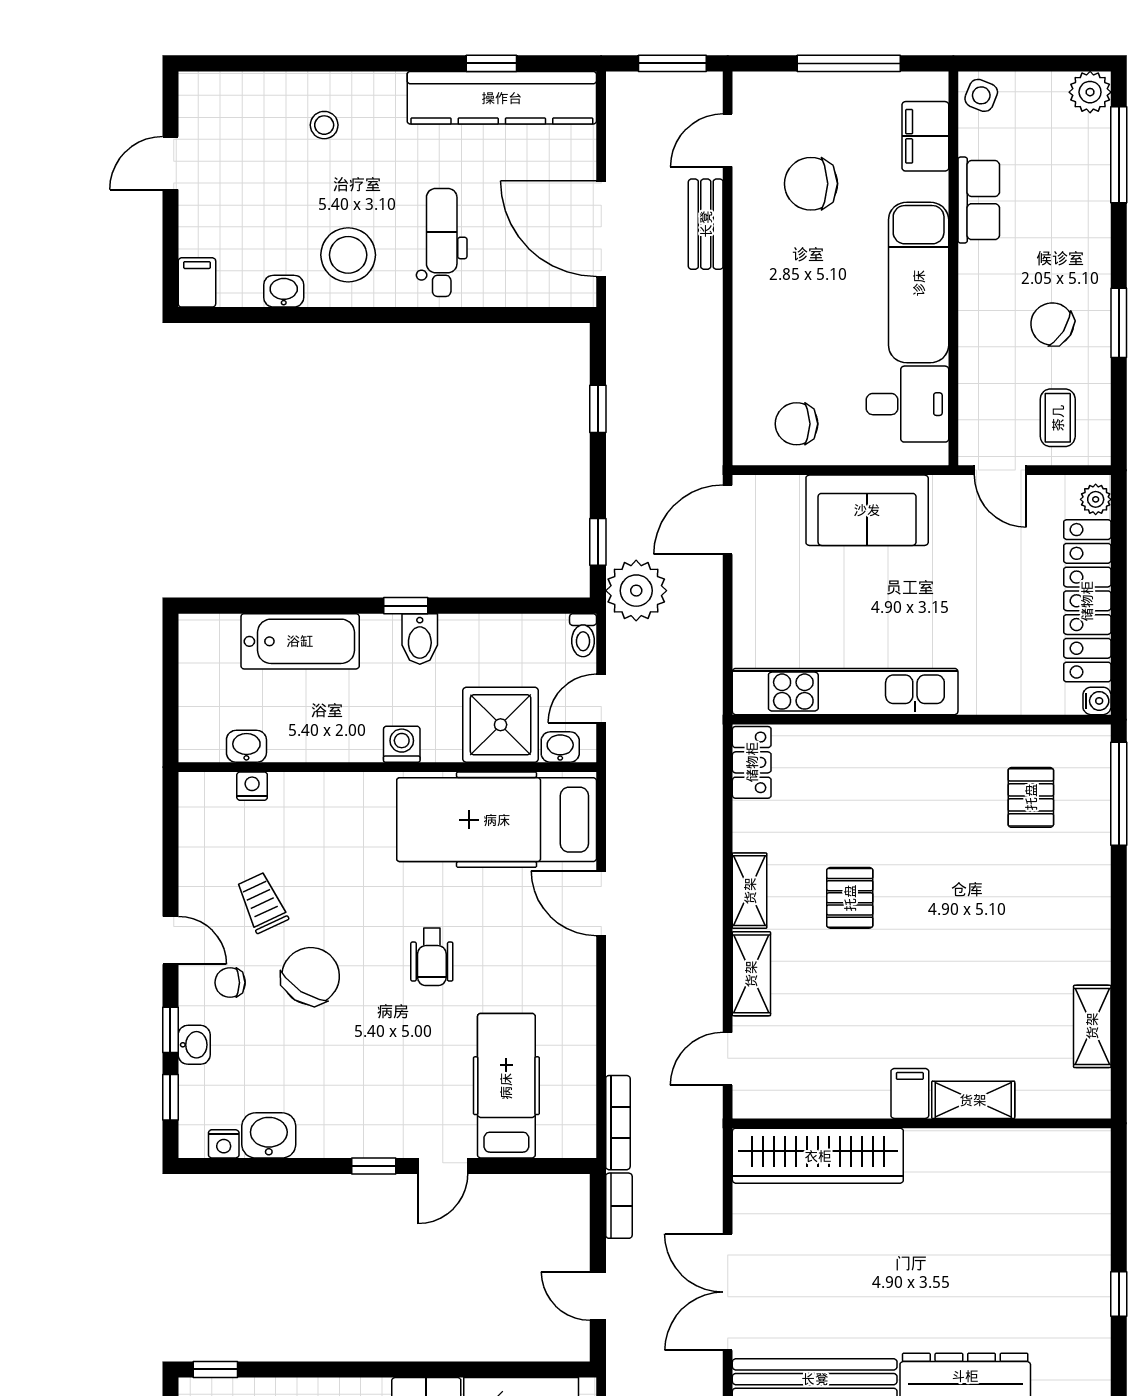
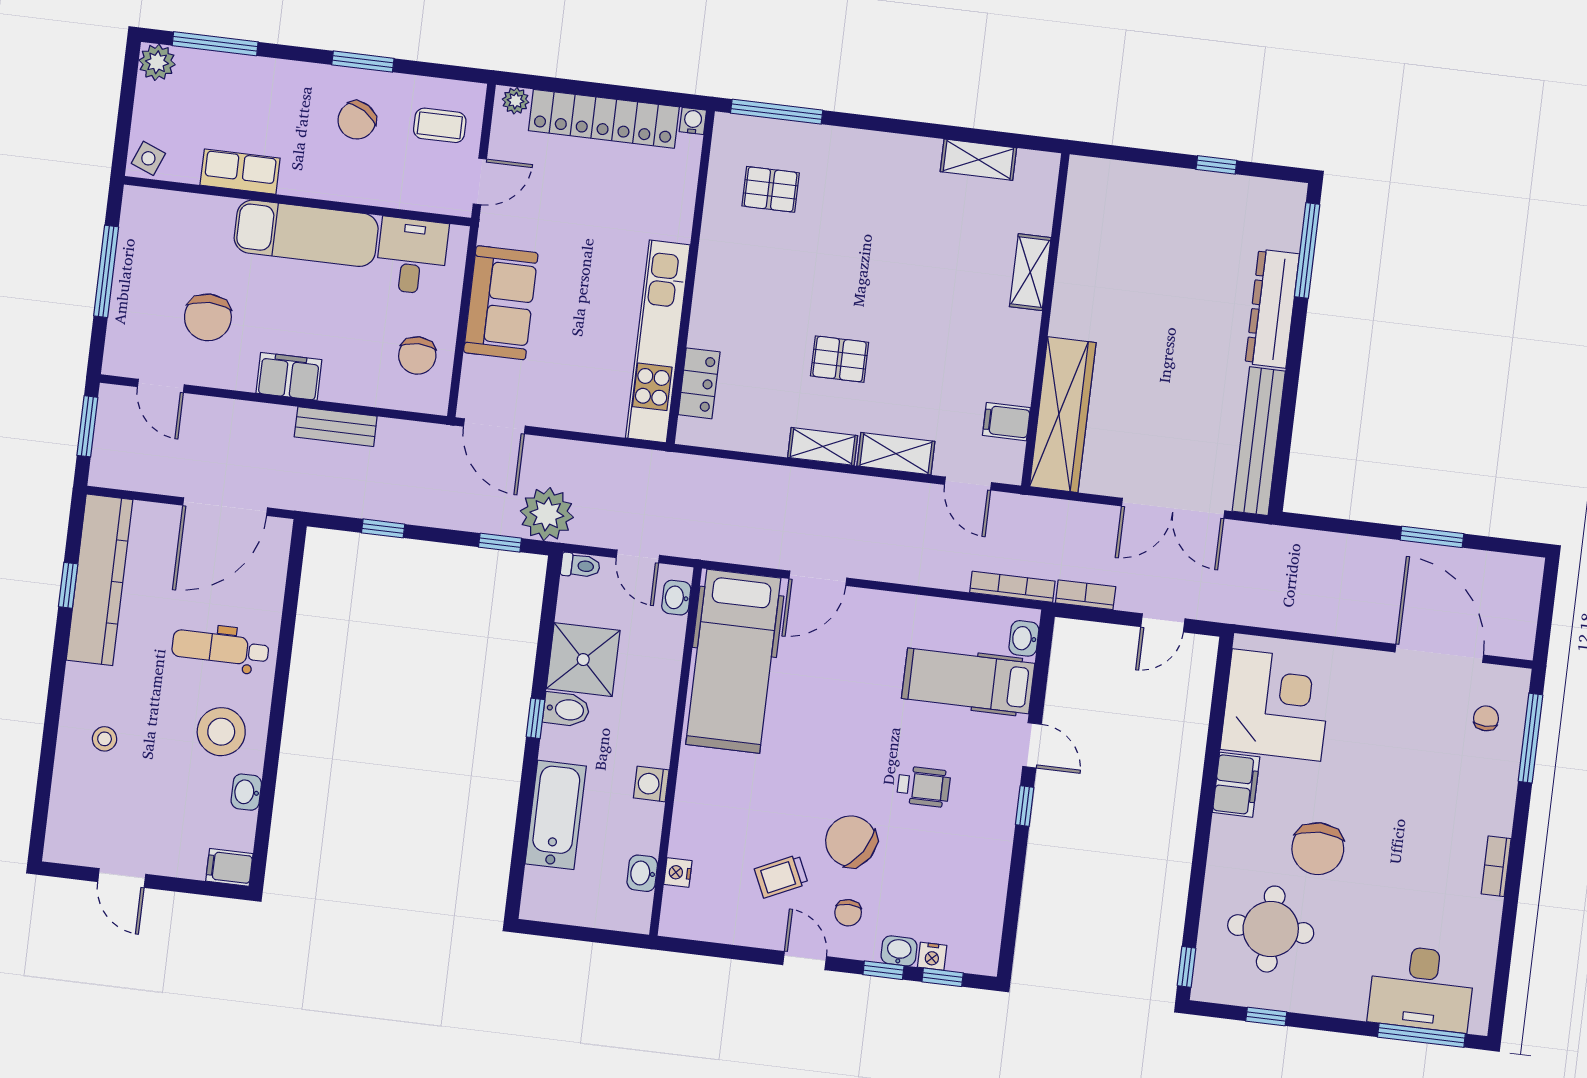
filing cabinet: (925, 136) -> (289, 376), moved, turned 180
bench: (706, 224) -> (336, 427), moved
shower: (501, 725) -> (583, 660), moved
washing machine: (402, 744) -> (651, 784), moved
locker: (752, 762) -> (699, 383), moved, turned 90
door: (170, 940) -> (805, 961), hinge flipped
wheelchair: (432, 957) -> (924, 786), moved
filing cabinet: (910, 1093) -> (1006, 422), moved
washbasin: (269, 1135) -> (1024, 638), moved, width x0.72, depth x0.69
nightstand: (224, 1144) -> (932, 956), moved, turned 90

